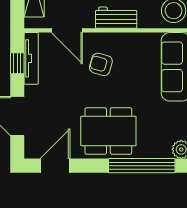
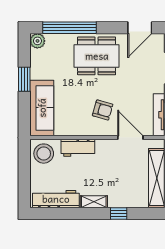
workbench: (116, 18) -> (78, 148), moved

